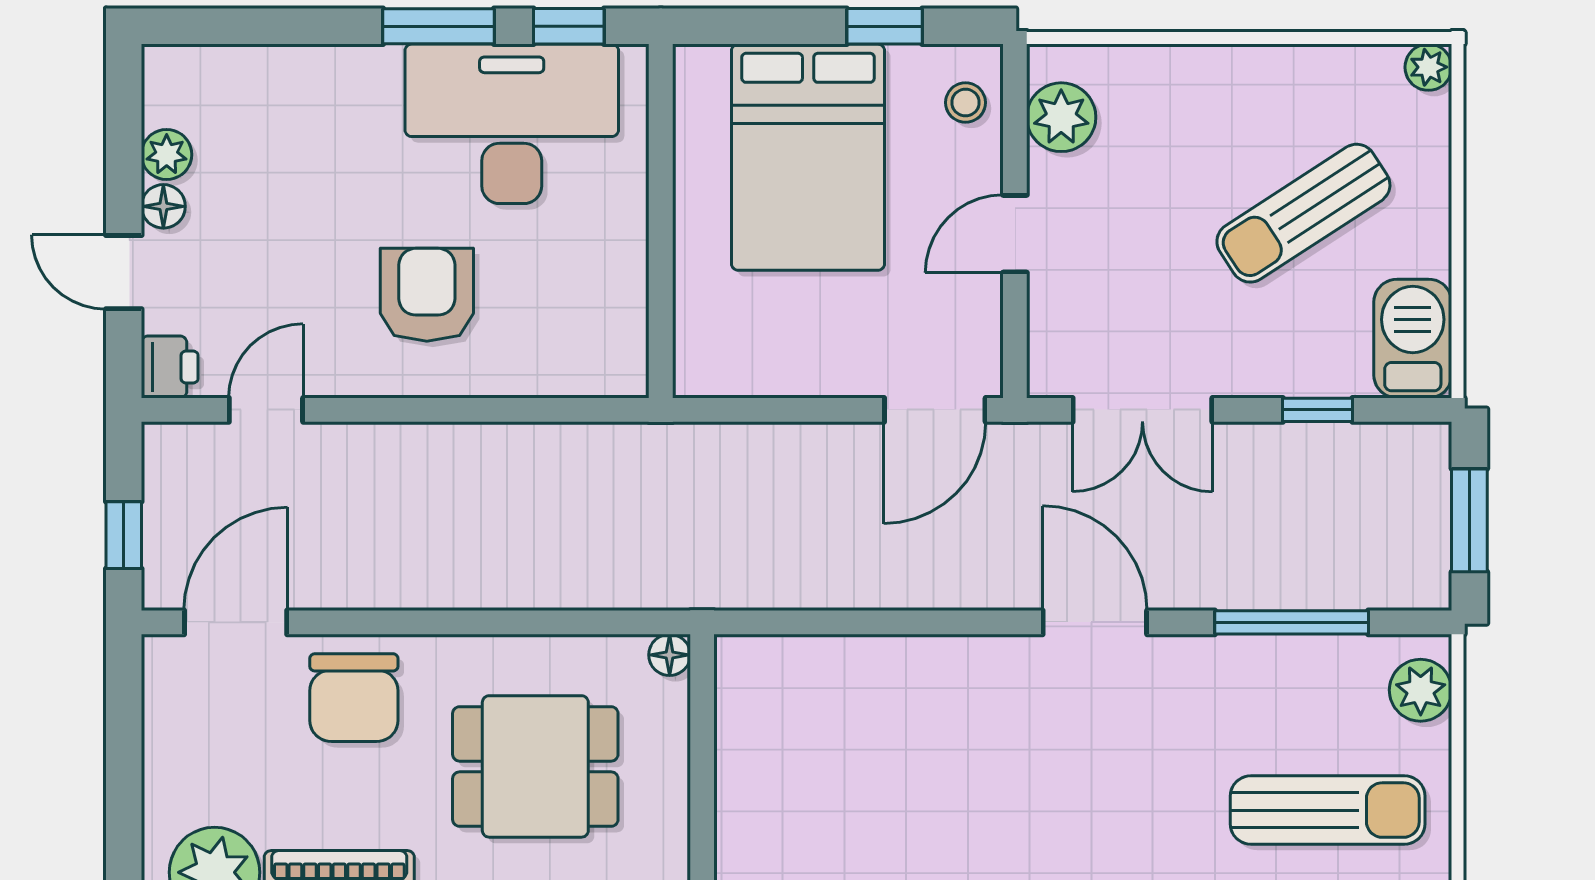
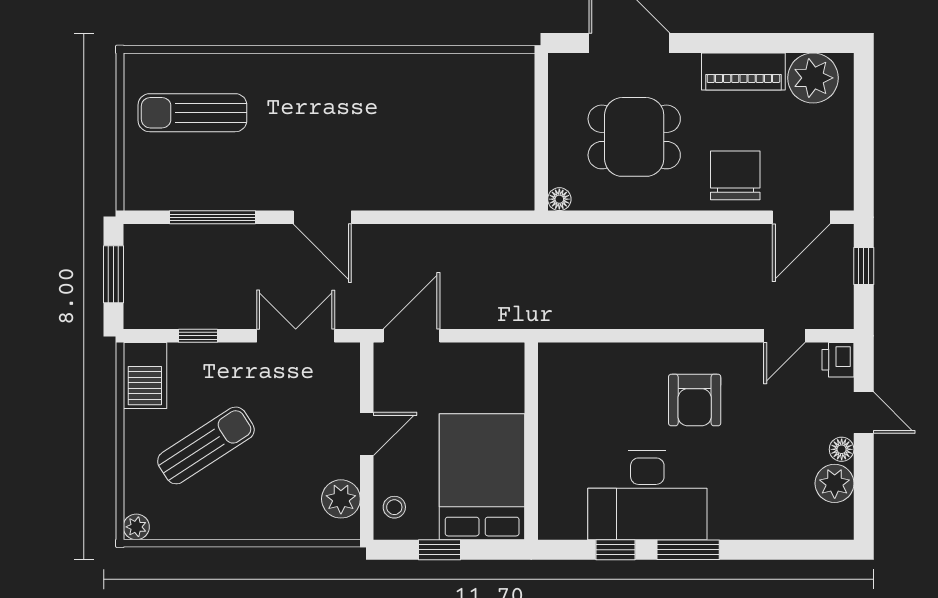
plant: (167, 155) -> (835, 483), width x1.38, depth x1.38
wall: (661, 221) -> (531, 441), moved
plant: (1421, 690) -> (141, 179), removed

